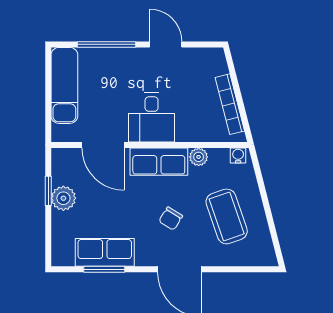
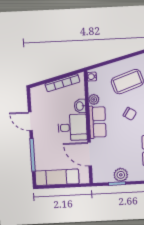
door: (166, 44) -> (30, 121), hinge flipped
washbasin: (188, 132) -> (80, 106), added
door: (103, 145) -> (90, 154), swing flipped

